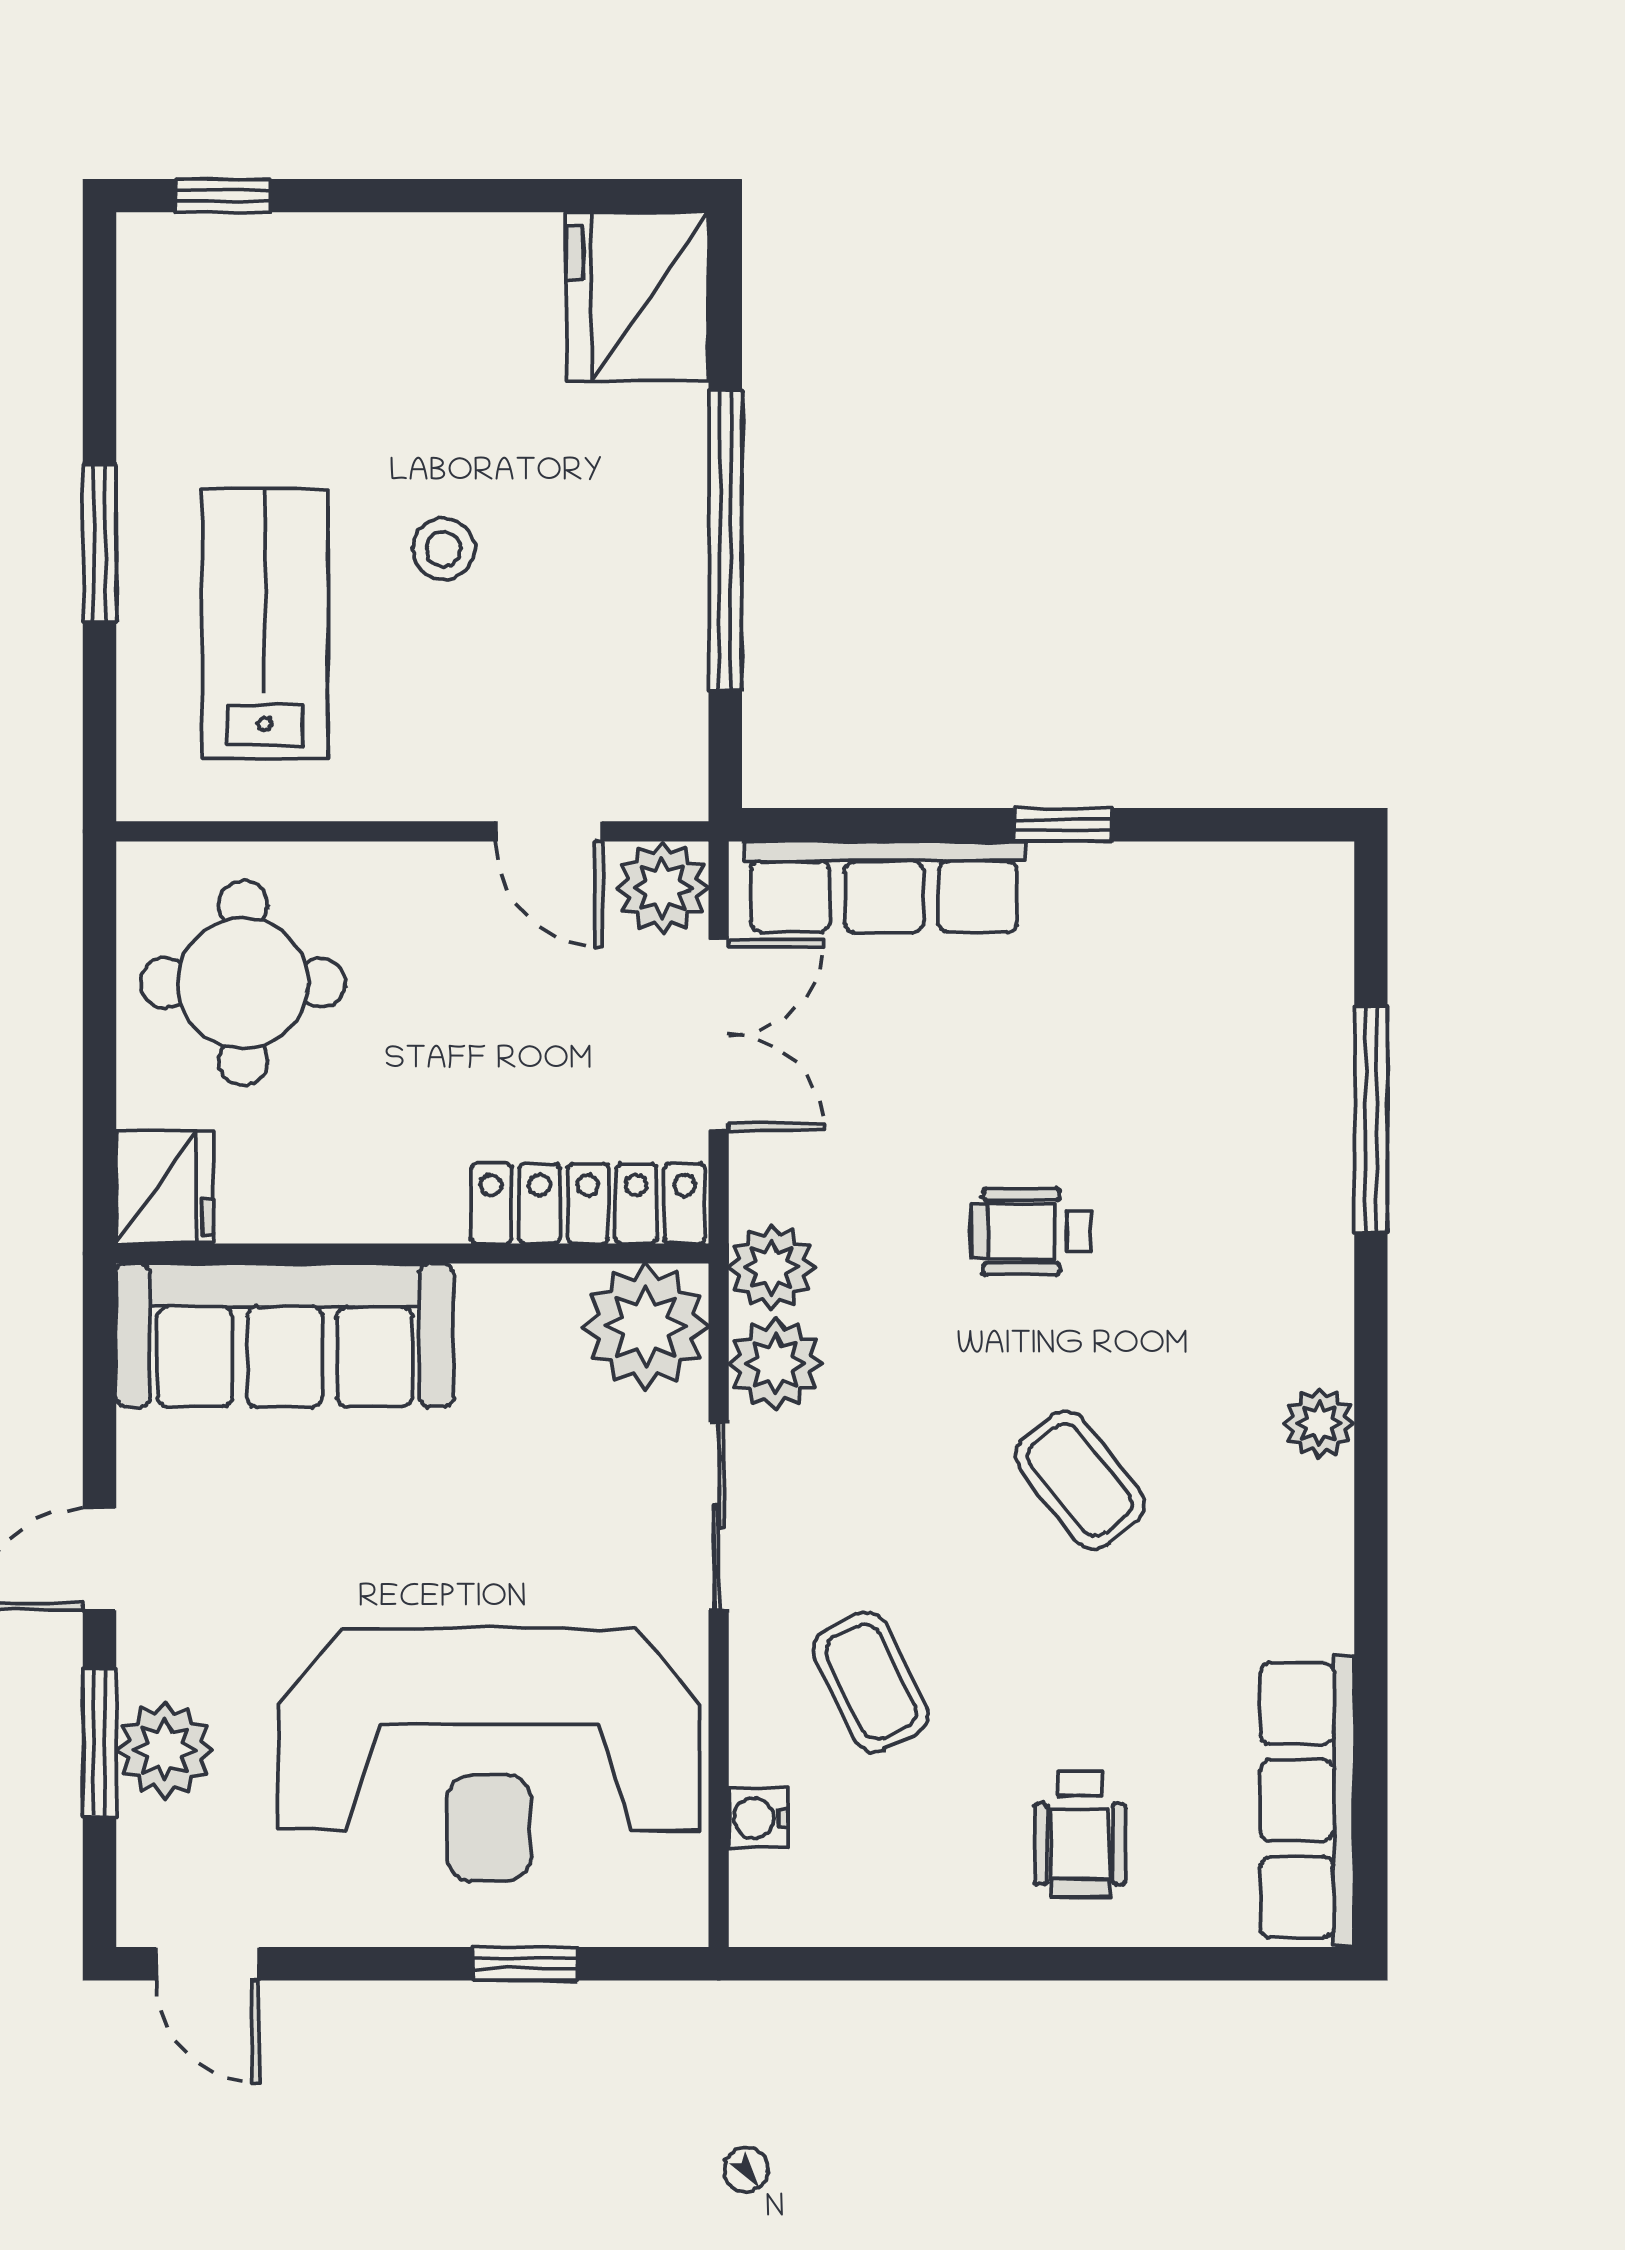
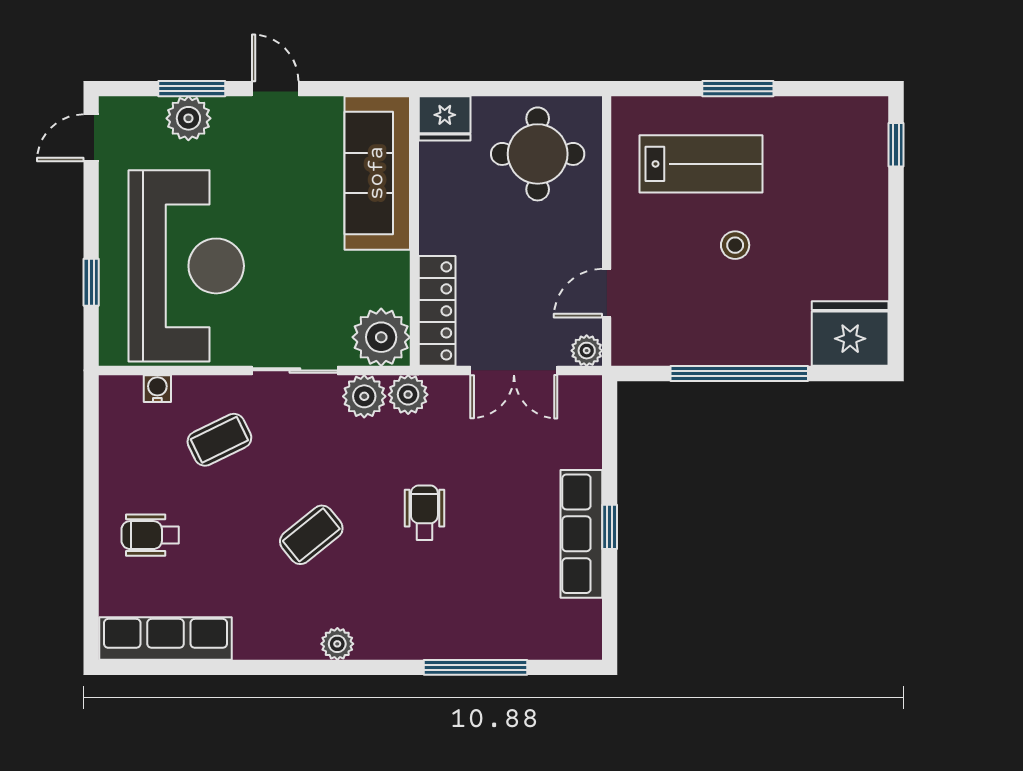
row of seats: (884, 887) -> (581, 534), moved
plant: (662, 888) -> (587, 351), width x0.73, depth x0.73
reception desk: (489, 1755) -> (186, 266), turned 180

